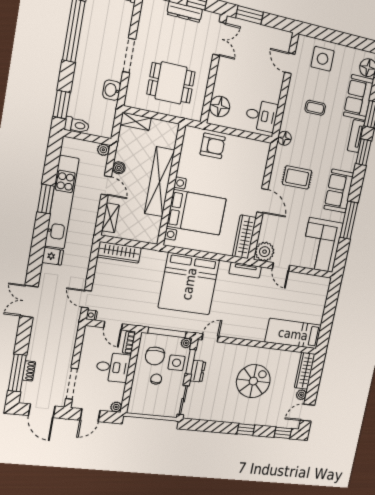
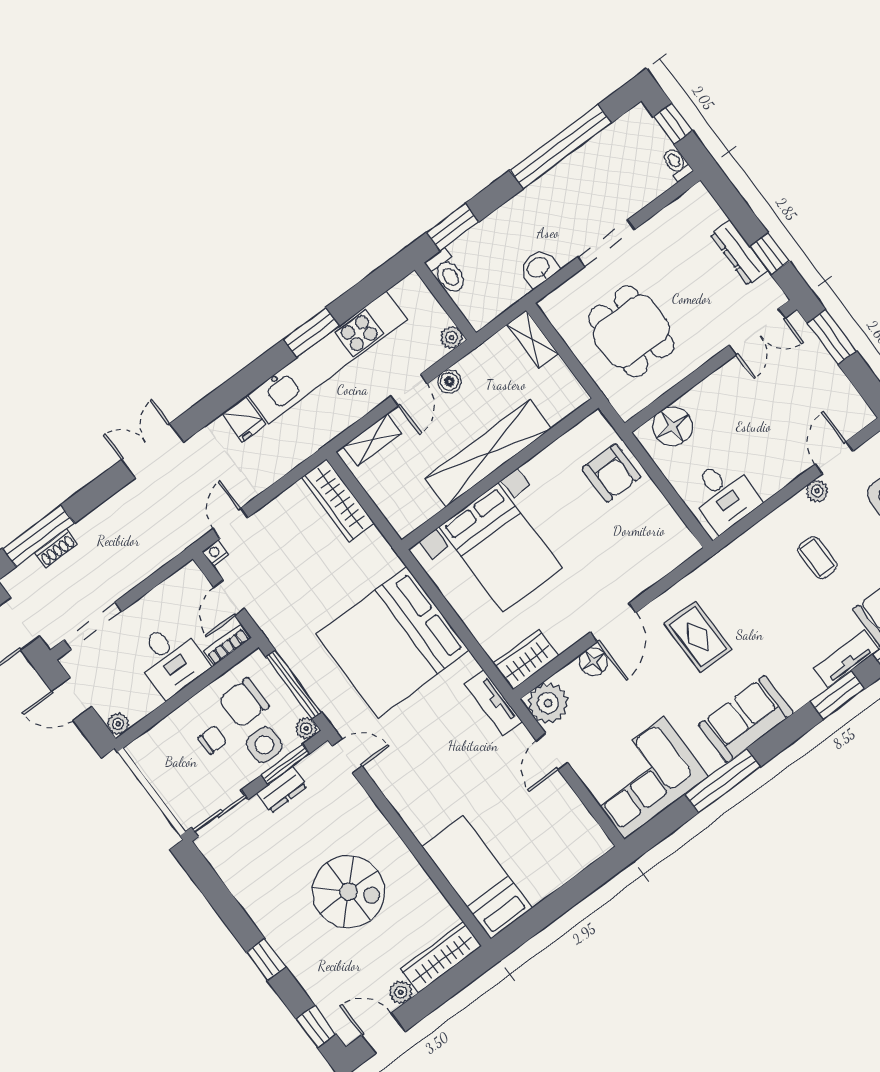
plant: (294, 82) -> (817, 491), added
floor lamp: (284, 138) -> (593, 662), moved
wardrobe: (244, 237) -> (526, 660), width x0.67

